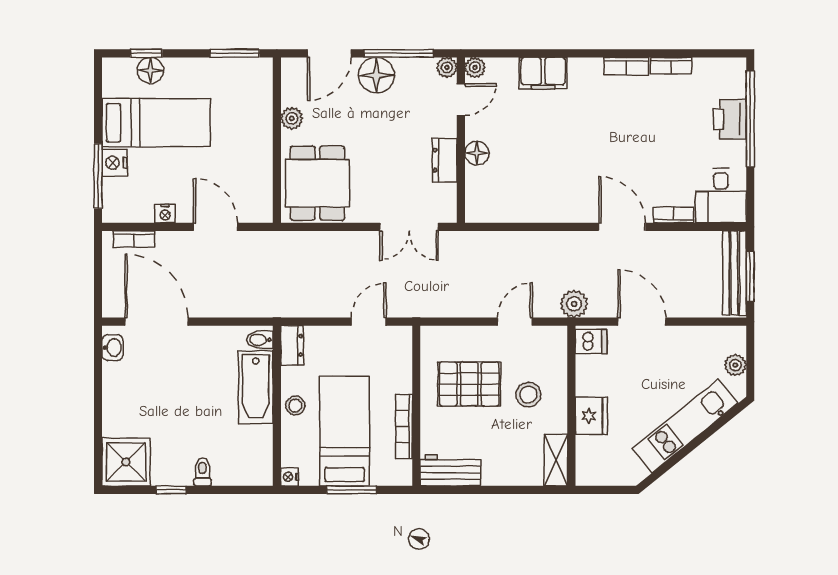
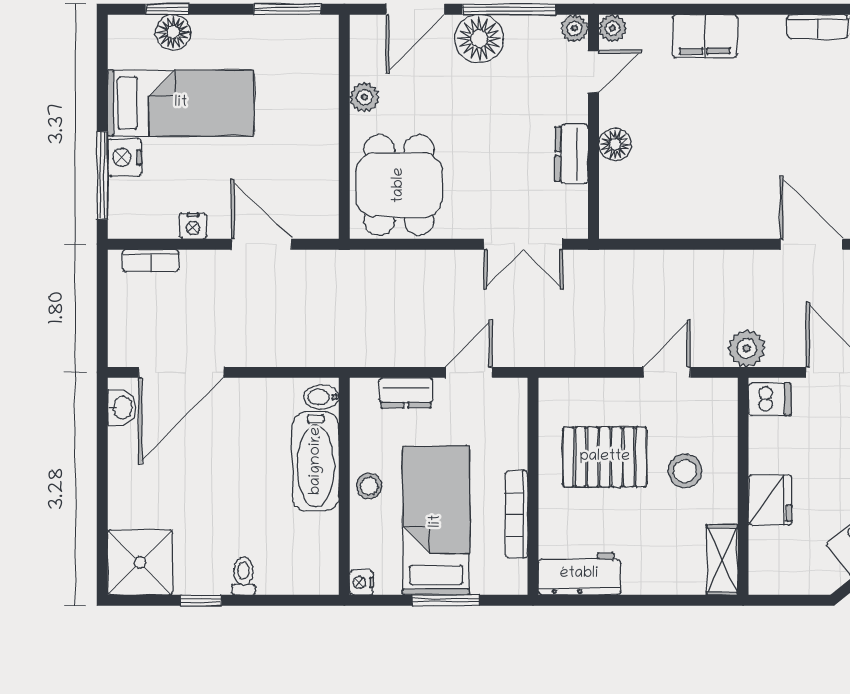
door: (156, 322) -> (181, 372), swing flipped
dresser: (292, 345) -> (406, 393), moved, turned 90

